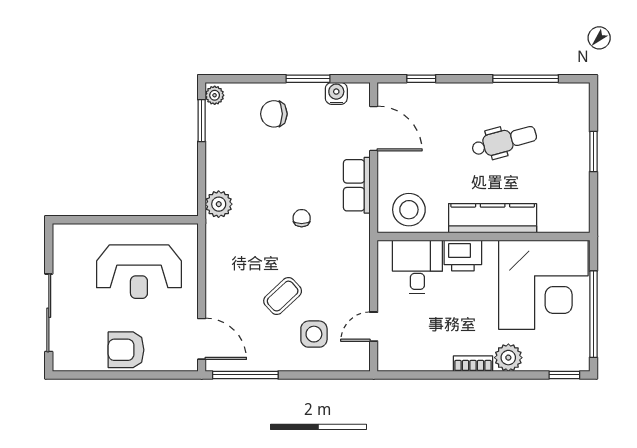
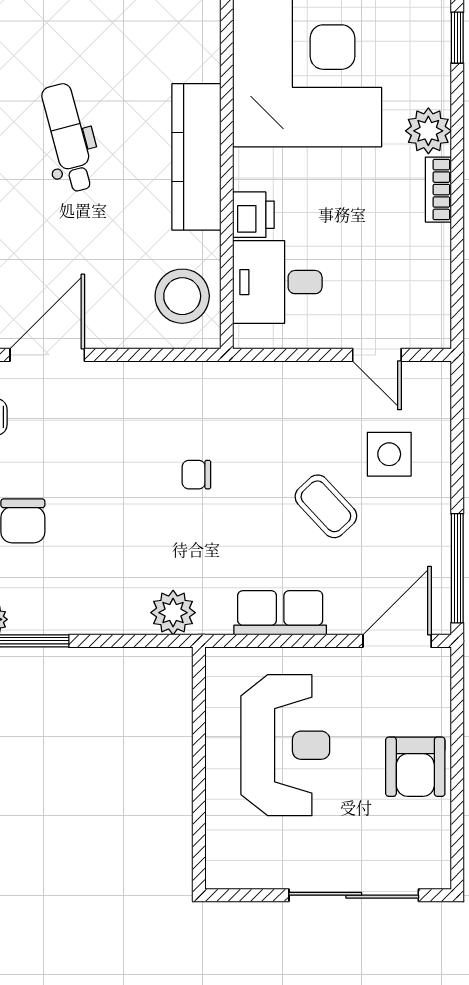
row of seats: (357, 185) -> (280, 613), moved, turned 180
printer: (463, 255) -> (253, 215), width x0.73, depth x0.81

